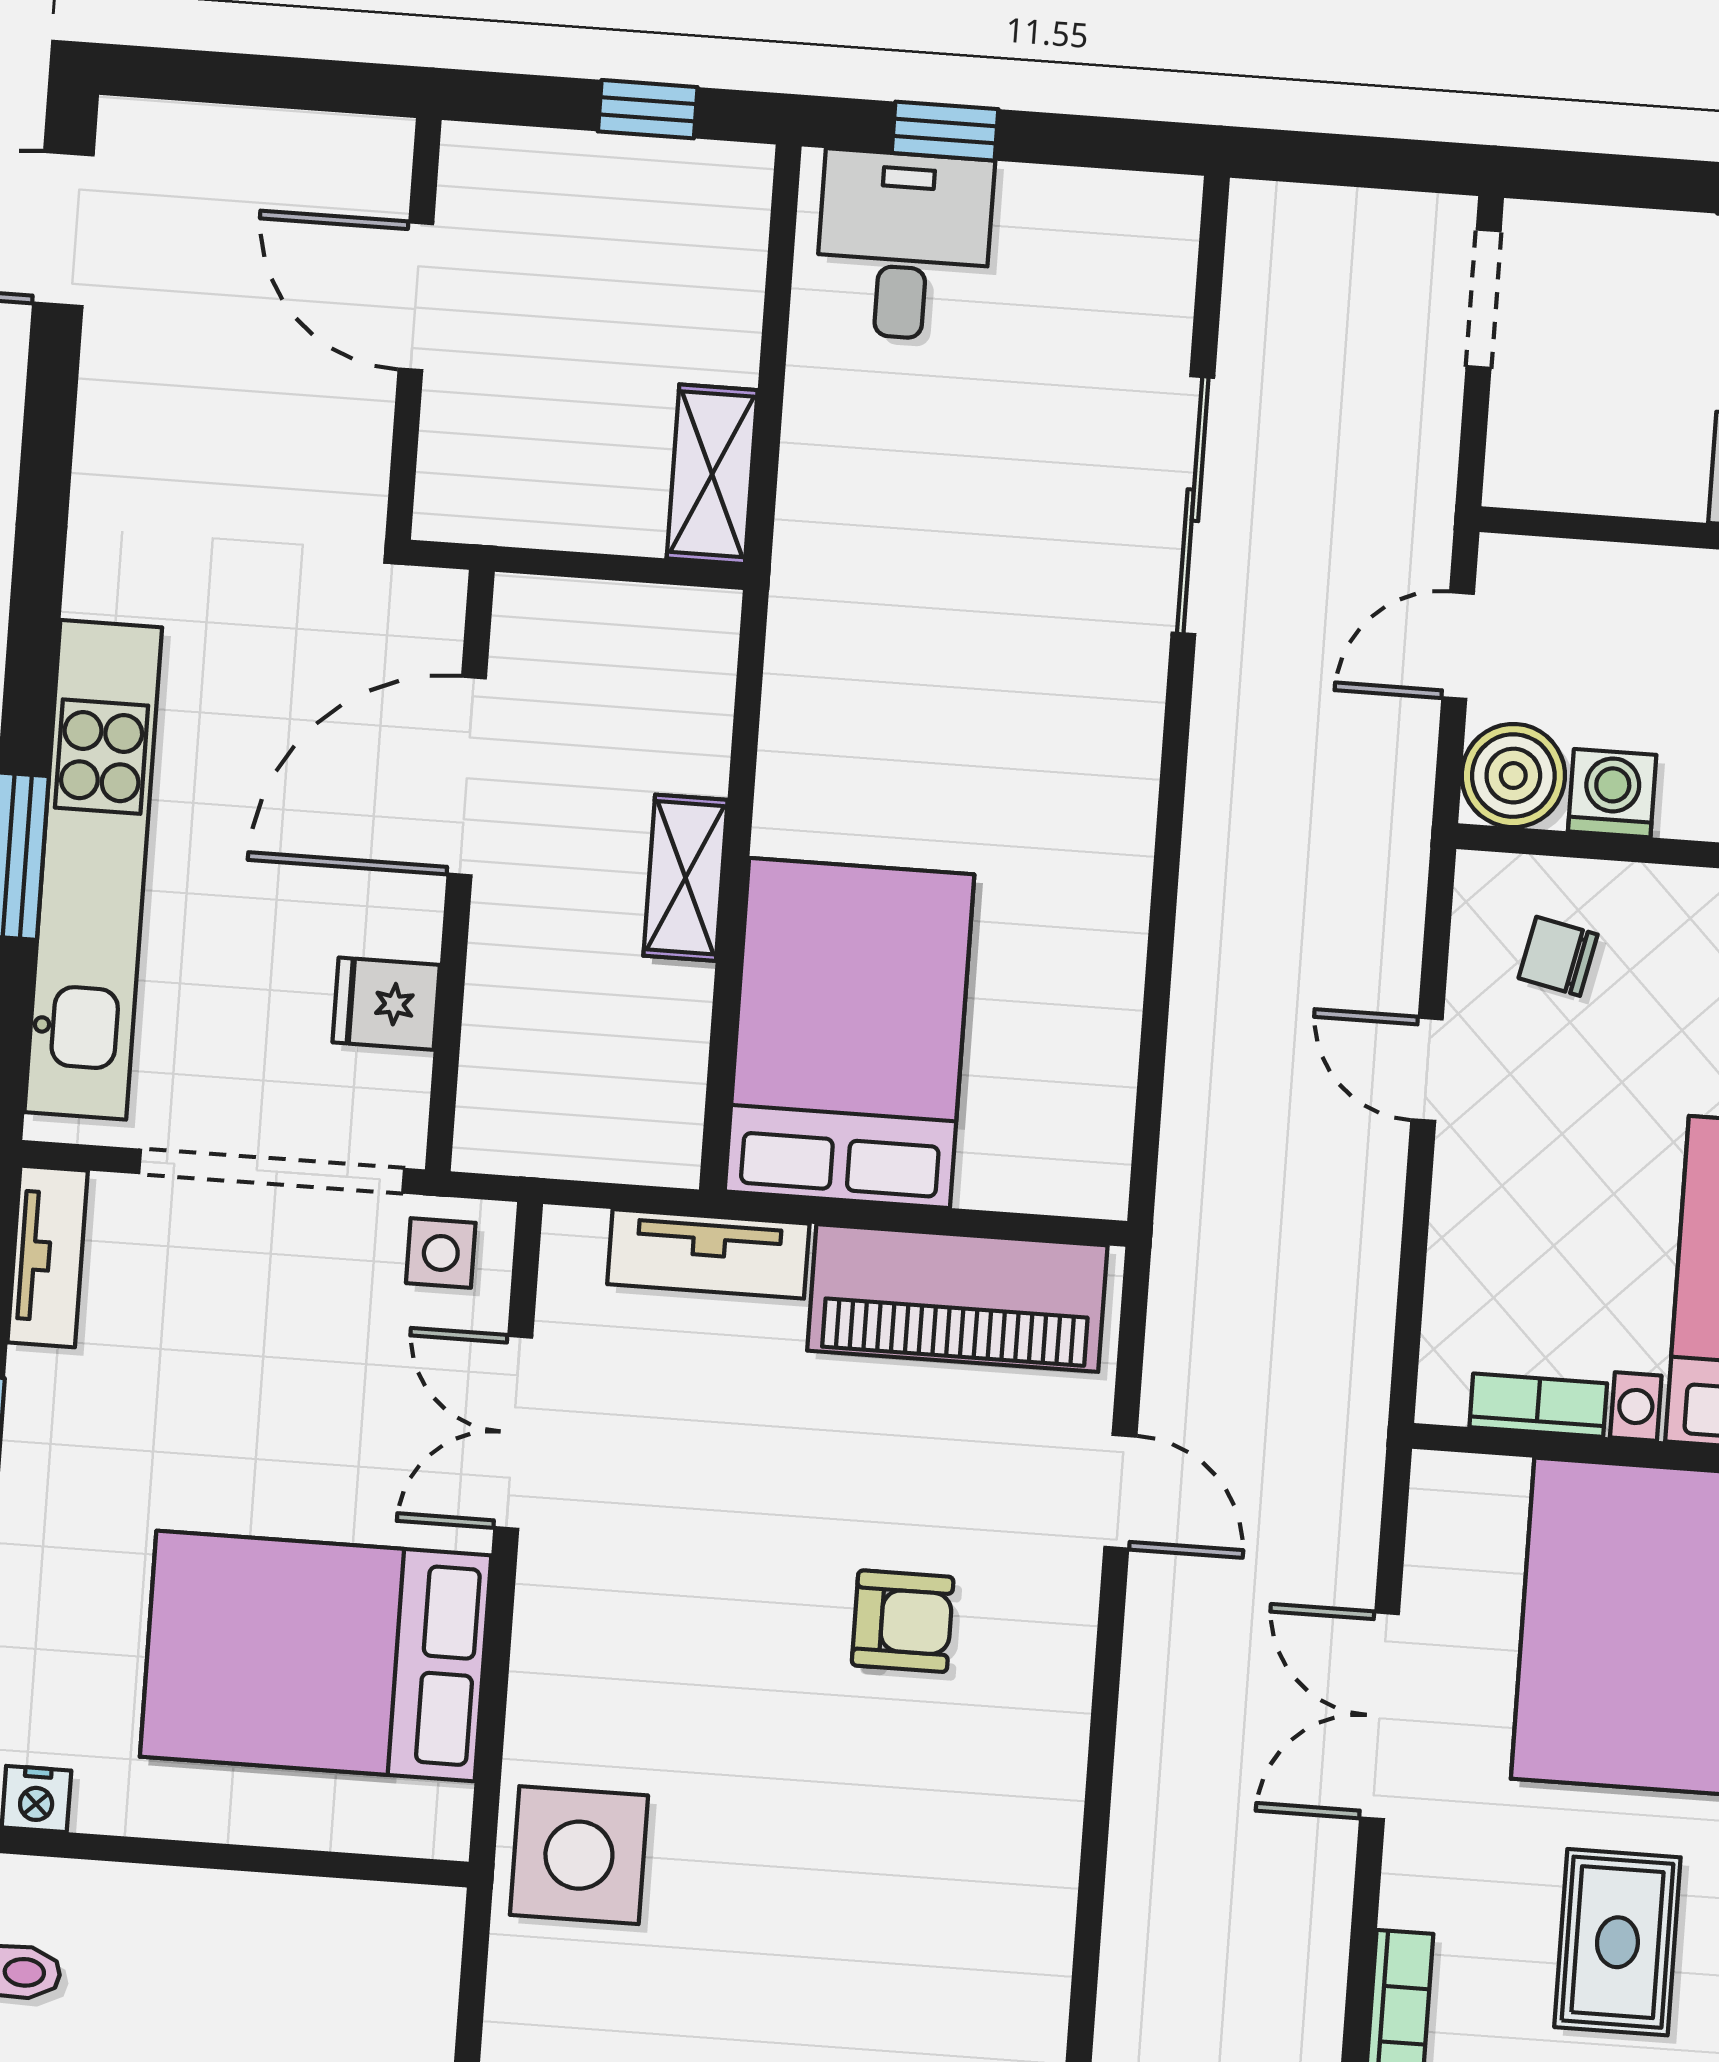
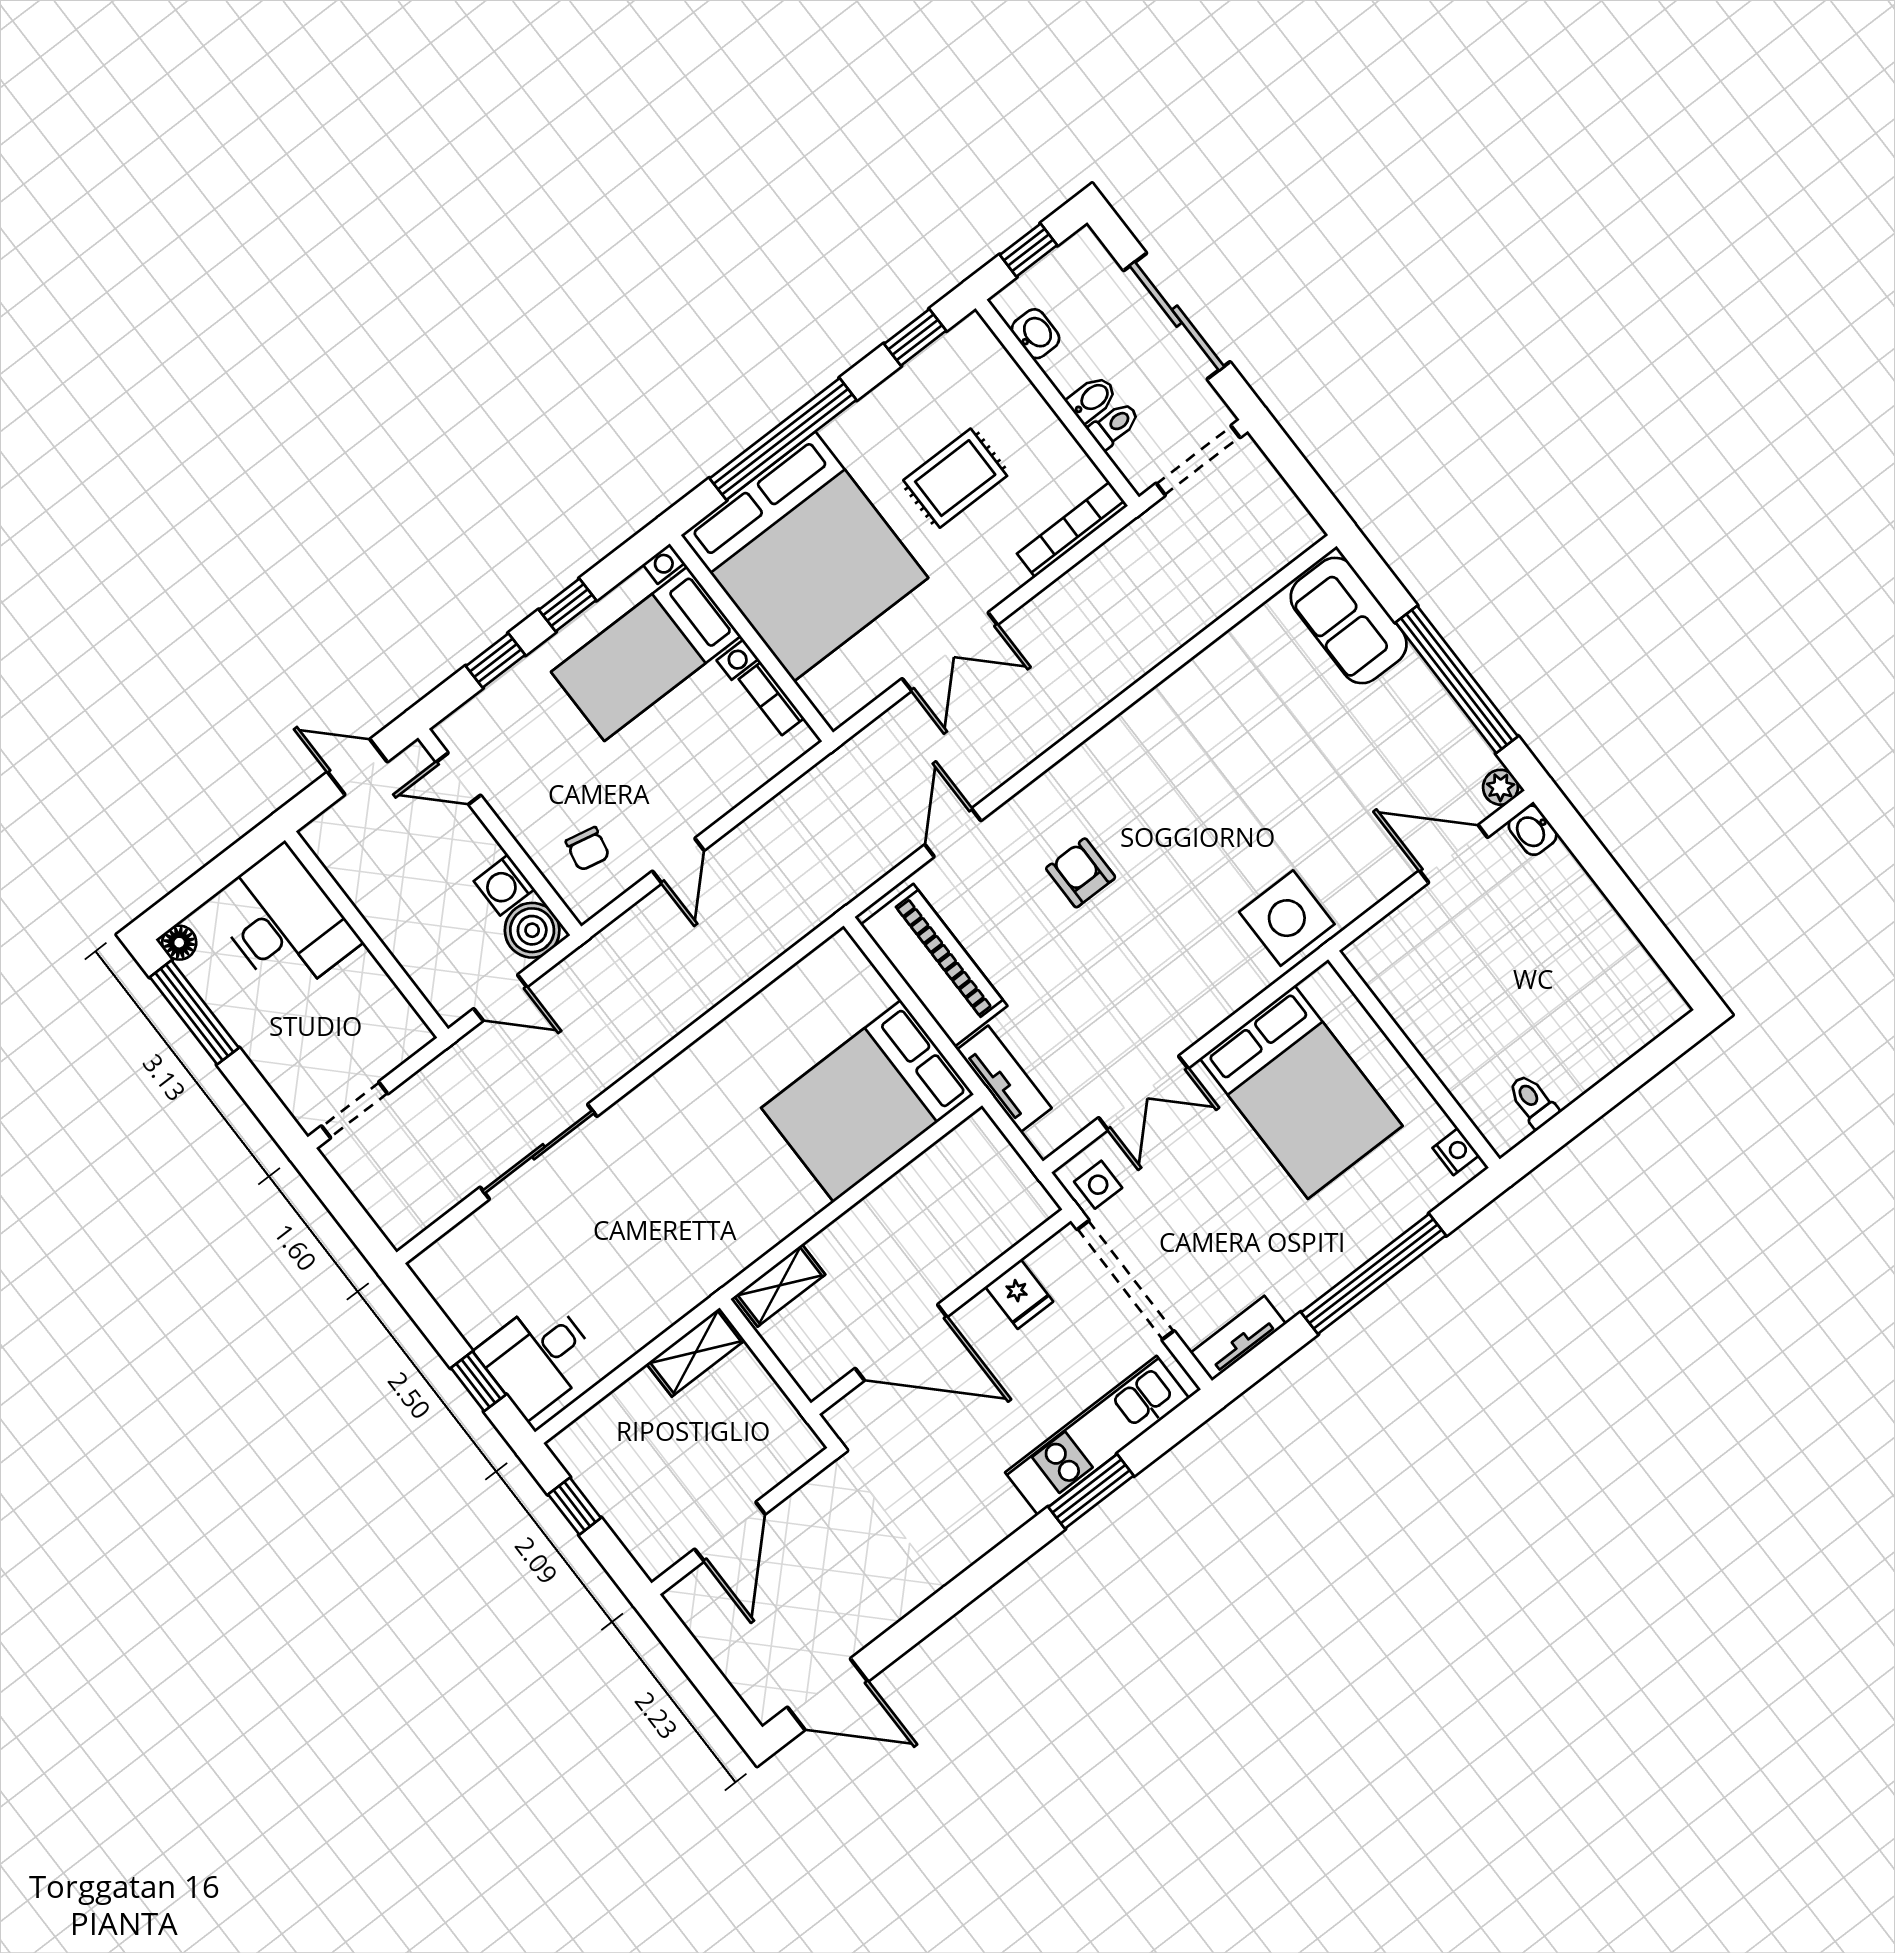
kitchen unit: (93, 870) -> (1097, 1435), width x0.73
shelving: (685, 878) -> (780, 1285), moved

